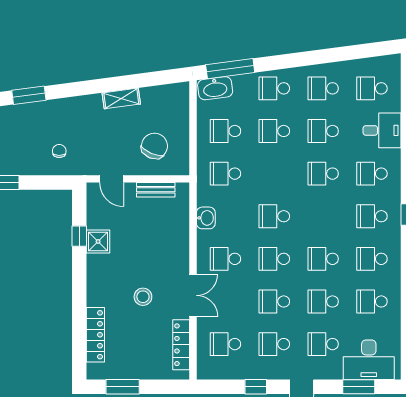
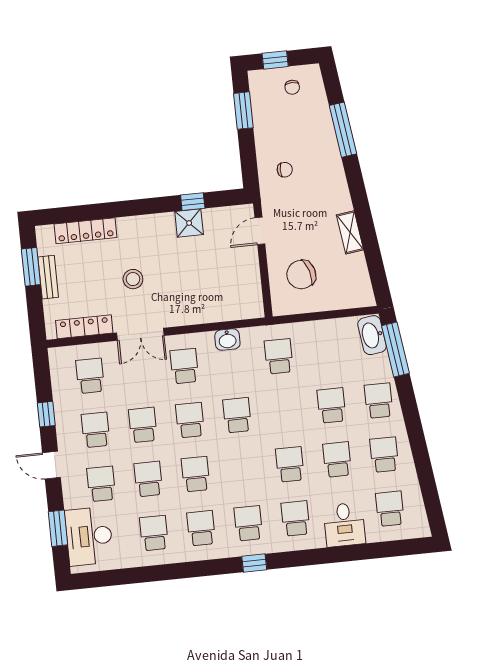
window: (29, 95) -> (343, 130), width x1.44
school desk: (225, 131) -> (326, 351), removed
chair: (154, 146) -> (301, 275), turned 140
bench: (156, 190) -> (48, 277), moved

